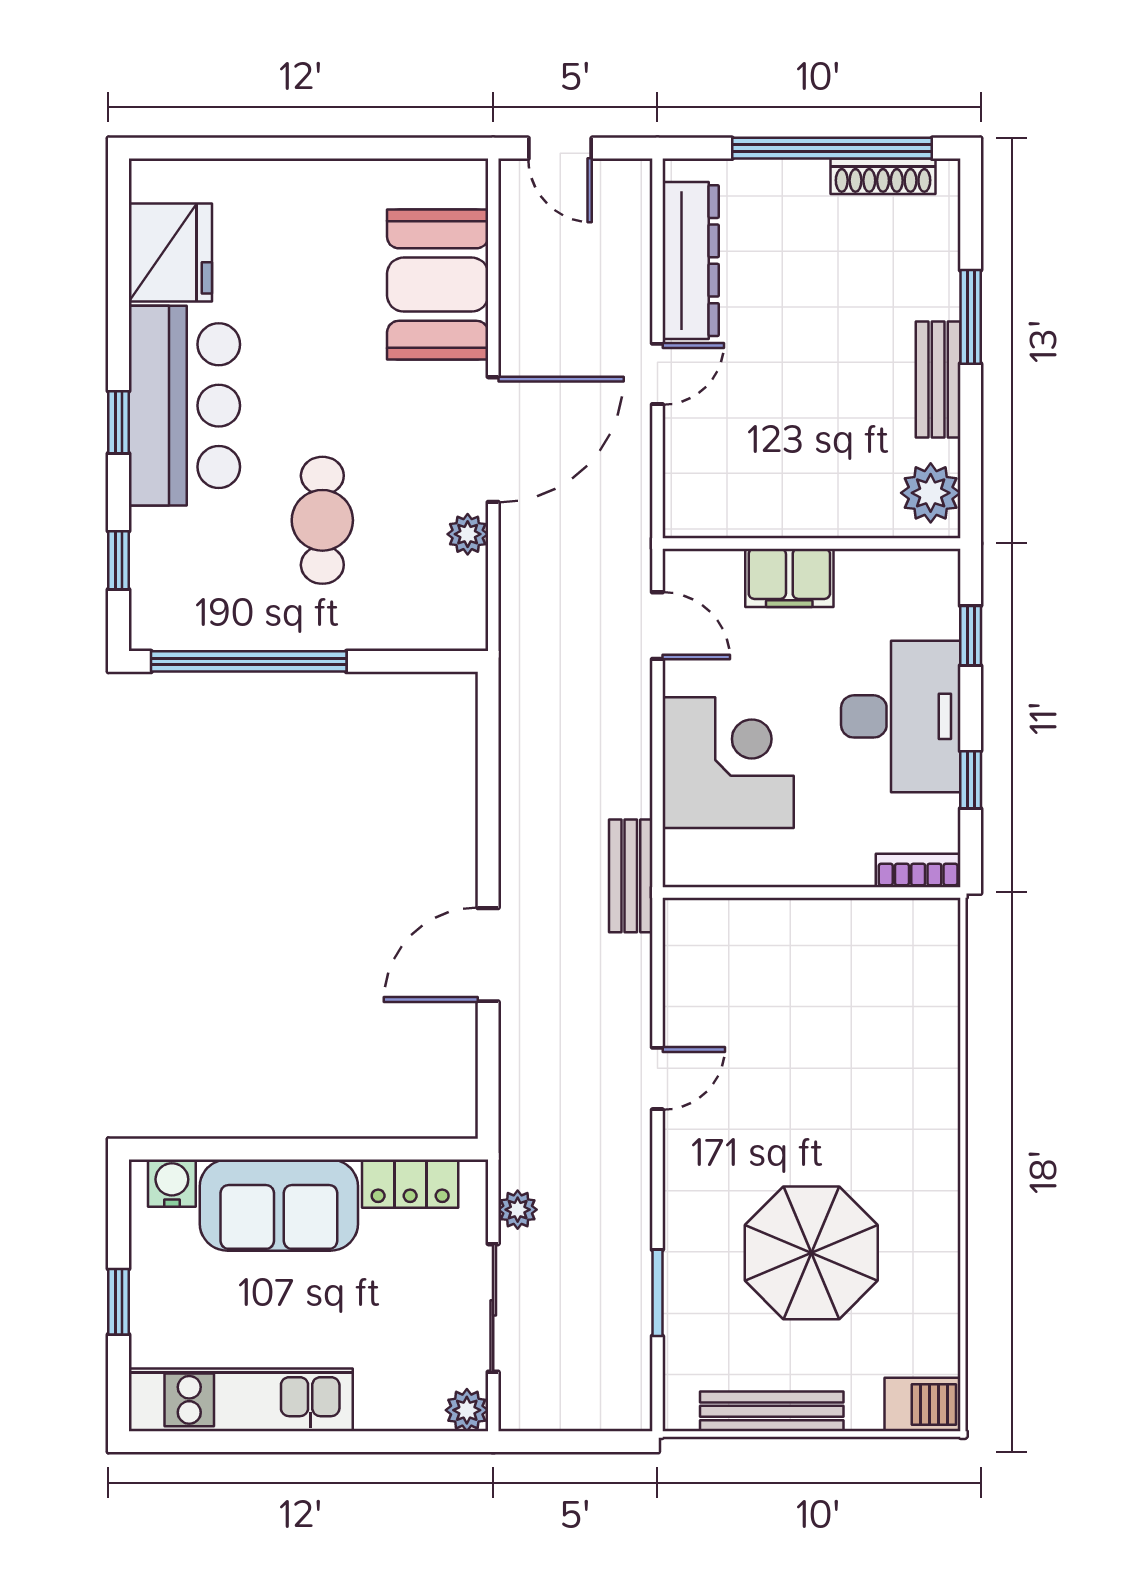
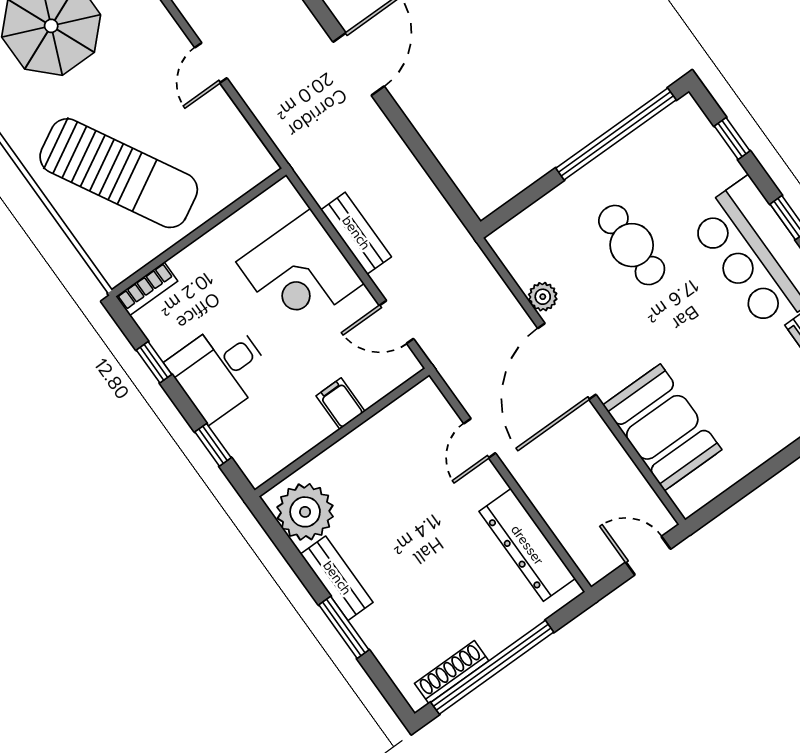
door: (657, 374) -> (480, 438), moved
plant: (931, 493) -> (305, 512), width x1.36, depth x1.36
filing cabinet: (789, 578) -> (341, 404), width x0.50
desk: (901, 716) -> (220, 370), width x0.73
bench: (631, 876) -> (356, 233), moved
sun lounger: (855, 1027) -> (119, 173), added

